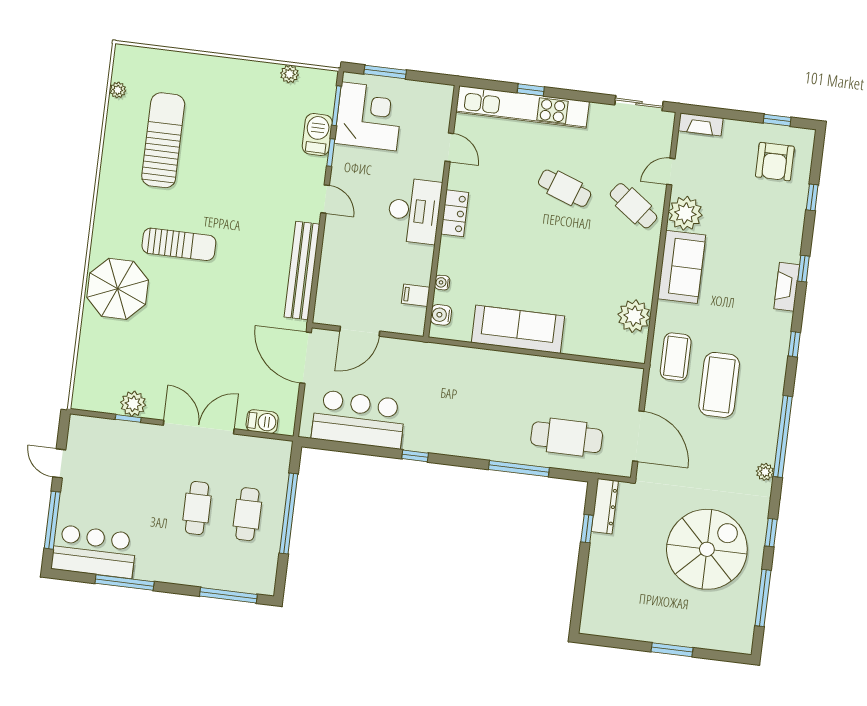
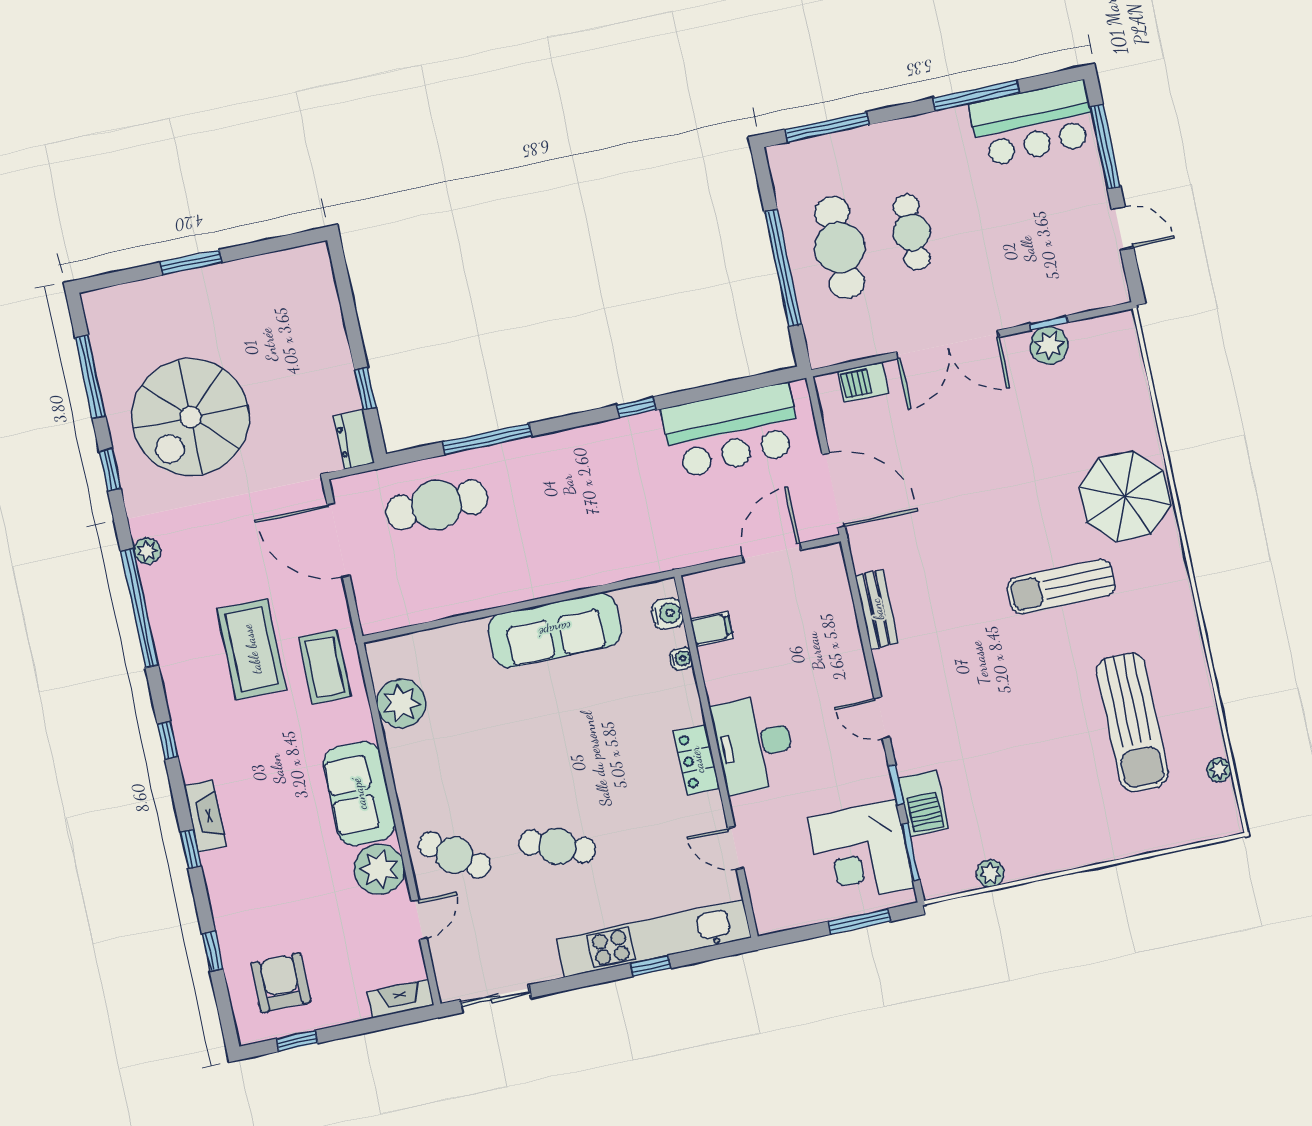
bench: (302, 271) -> (877, 609), width x0.54, depth x0.82
dresser: (605, 506) -> (354, 440), width x0.70
cafe table: (247, 514) -> (839, 248), width x1.37, depth x1.35

